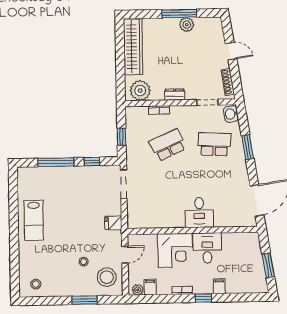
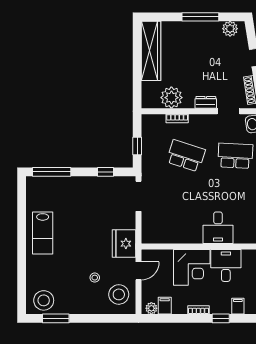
plant: (187, 25) -> (230, 29), moved
plant: (140, 91) -> (171, 98), moved
dresser: (175, 95) -> (206, 102), moved
school desk: (168, 145) -> (186, 156), turned 42
window: (56, 162) -> (52, 172), moved
fridge: (113, 223) -> (124, 244), width x1.88, depth x1.34
stool: (36, 284) -> (44, 300), width x1.89, depth x1.89
window: (85, 300) -> (56, 318), moved

